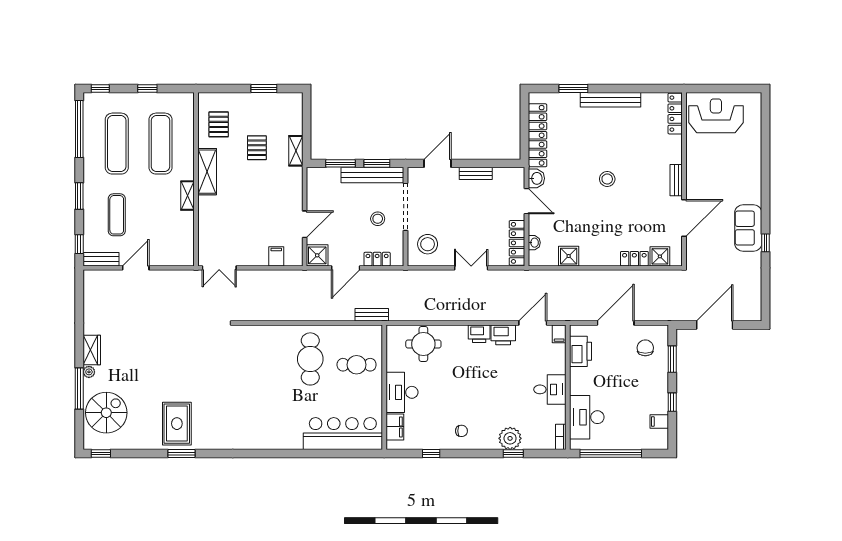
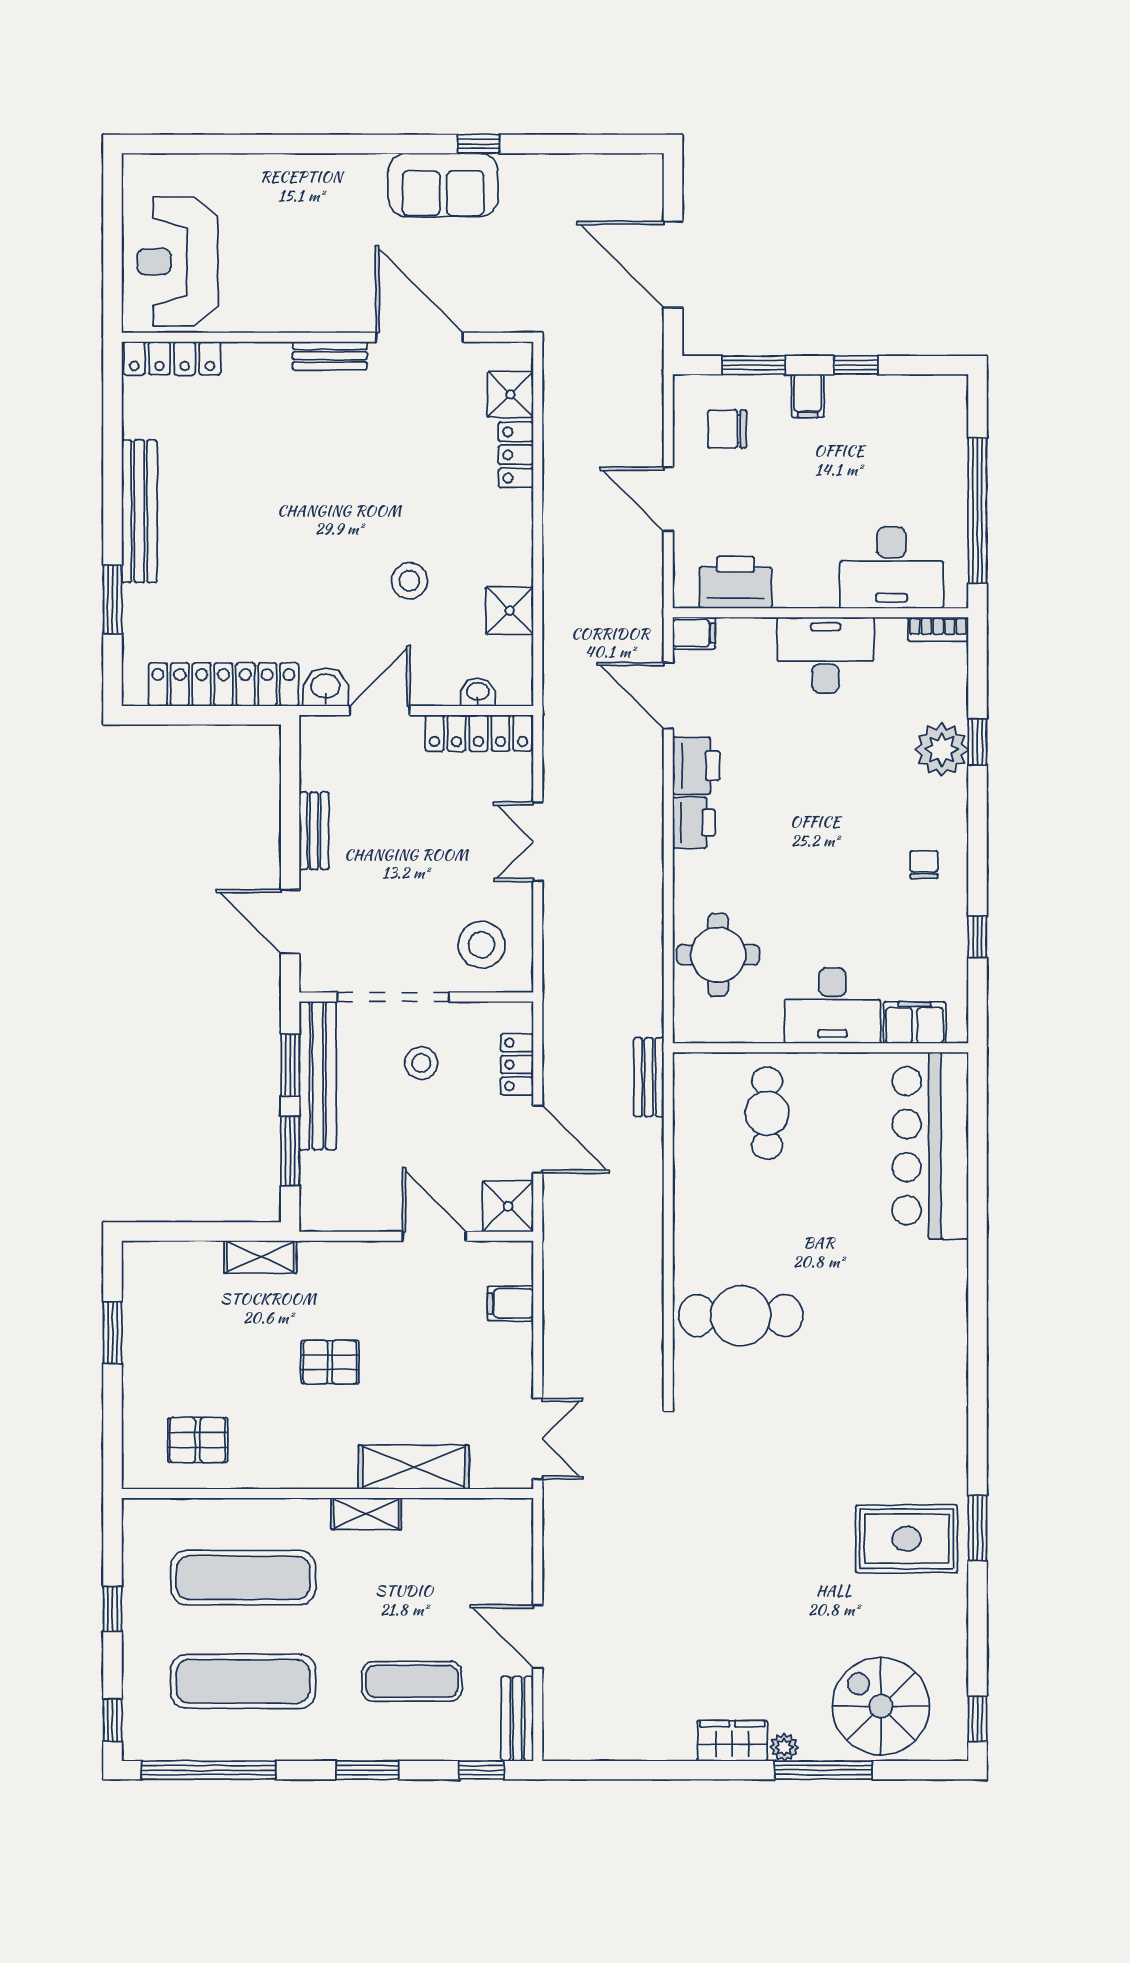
pallet: (257, 148) -> (330, 1362), moved
shelving: (207, 172) -> (414, 1467), moved
stool: (607, 179) -> (409, 581), moved
door: (616, 323) -> (668, 499), width x0.73
cafe table: (310, 359) -> (741, 1316), moved
desk: (550, 389) -> (826, 655), width x1.37
filing cabinet: (659, 421) -> (808, 396), moved

